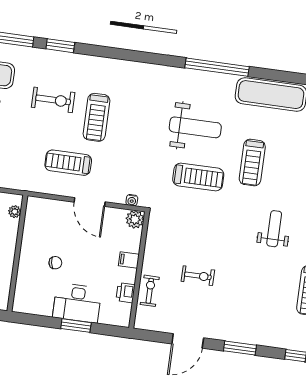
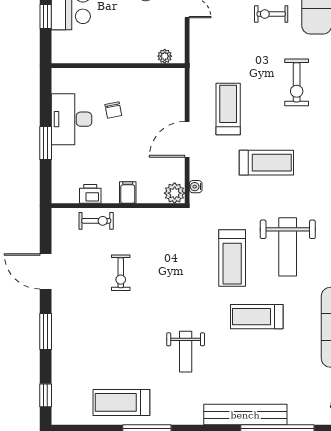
treadmill: (96, 117) -> (266, 163), moved, turned 180
weight bench: (274, 229) -> (186, 352), turned 90
desk: (77, 303) -> (71, 119), moved

